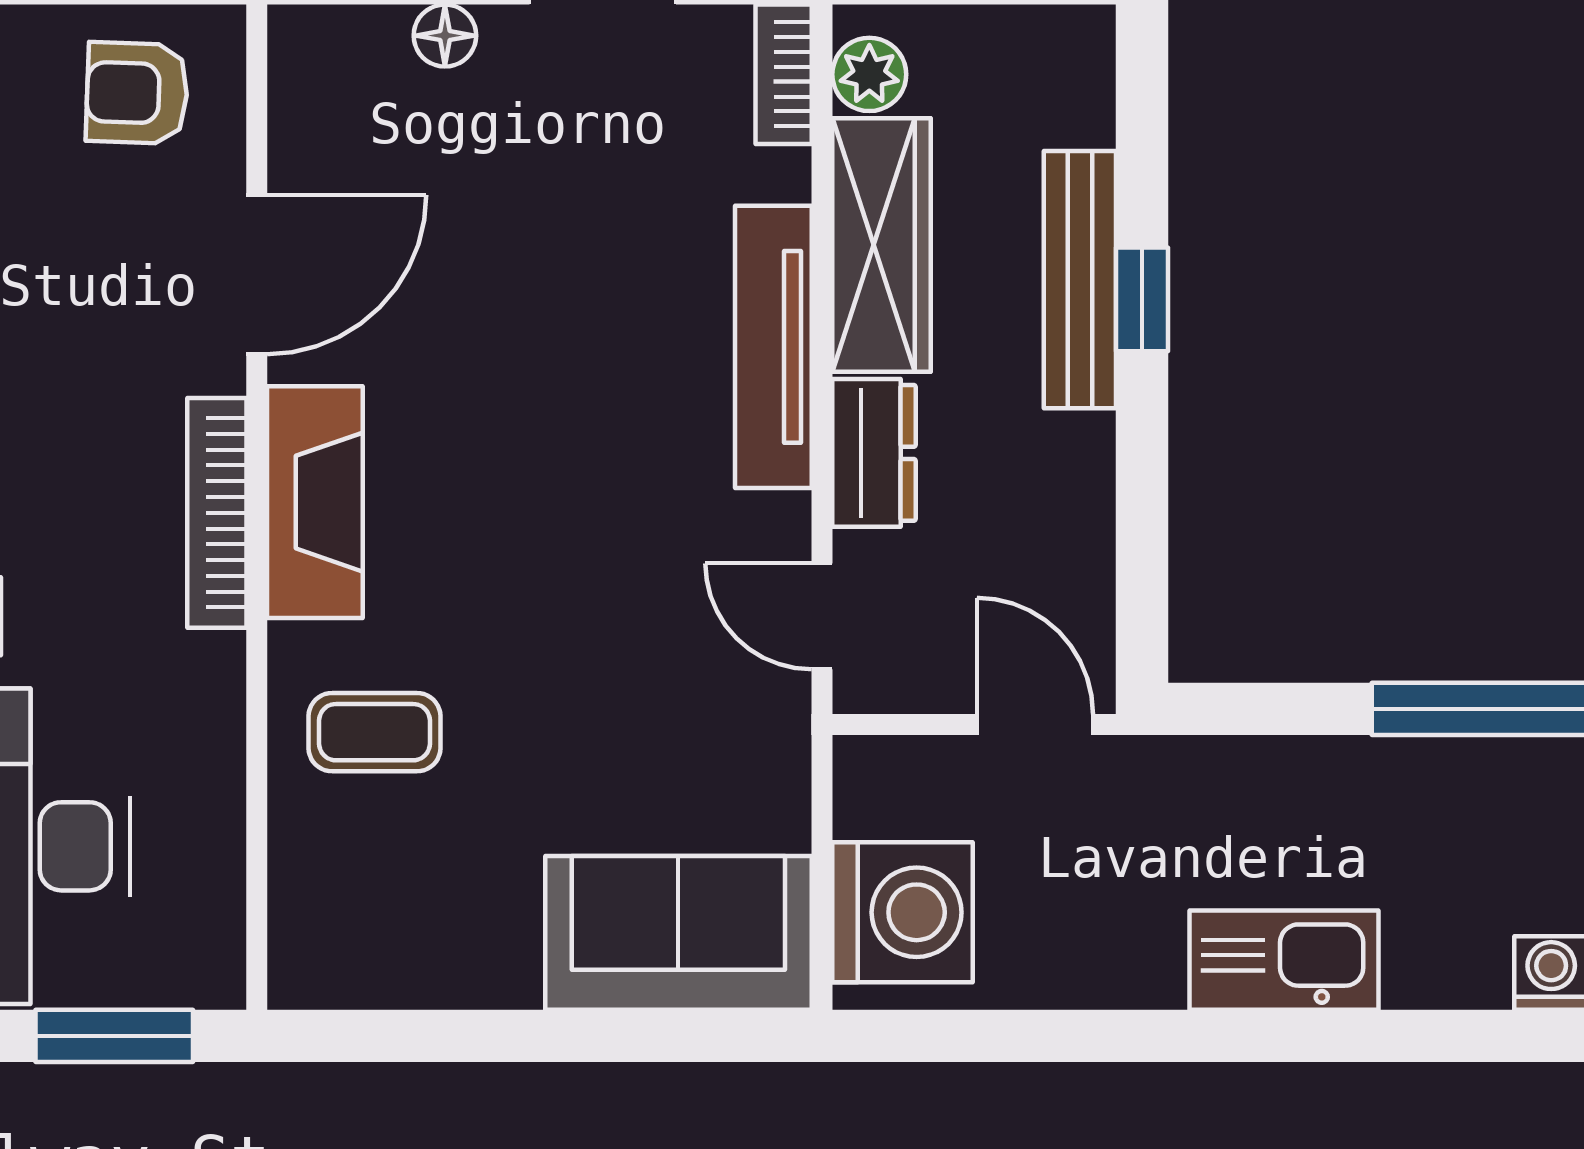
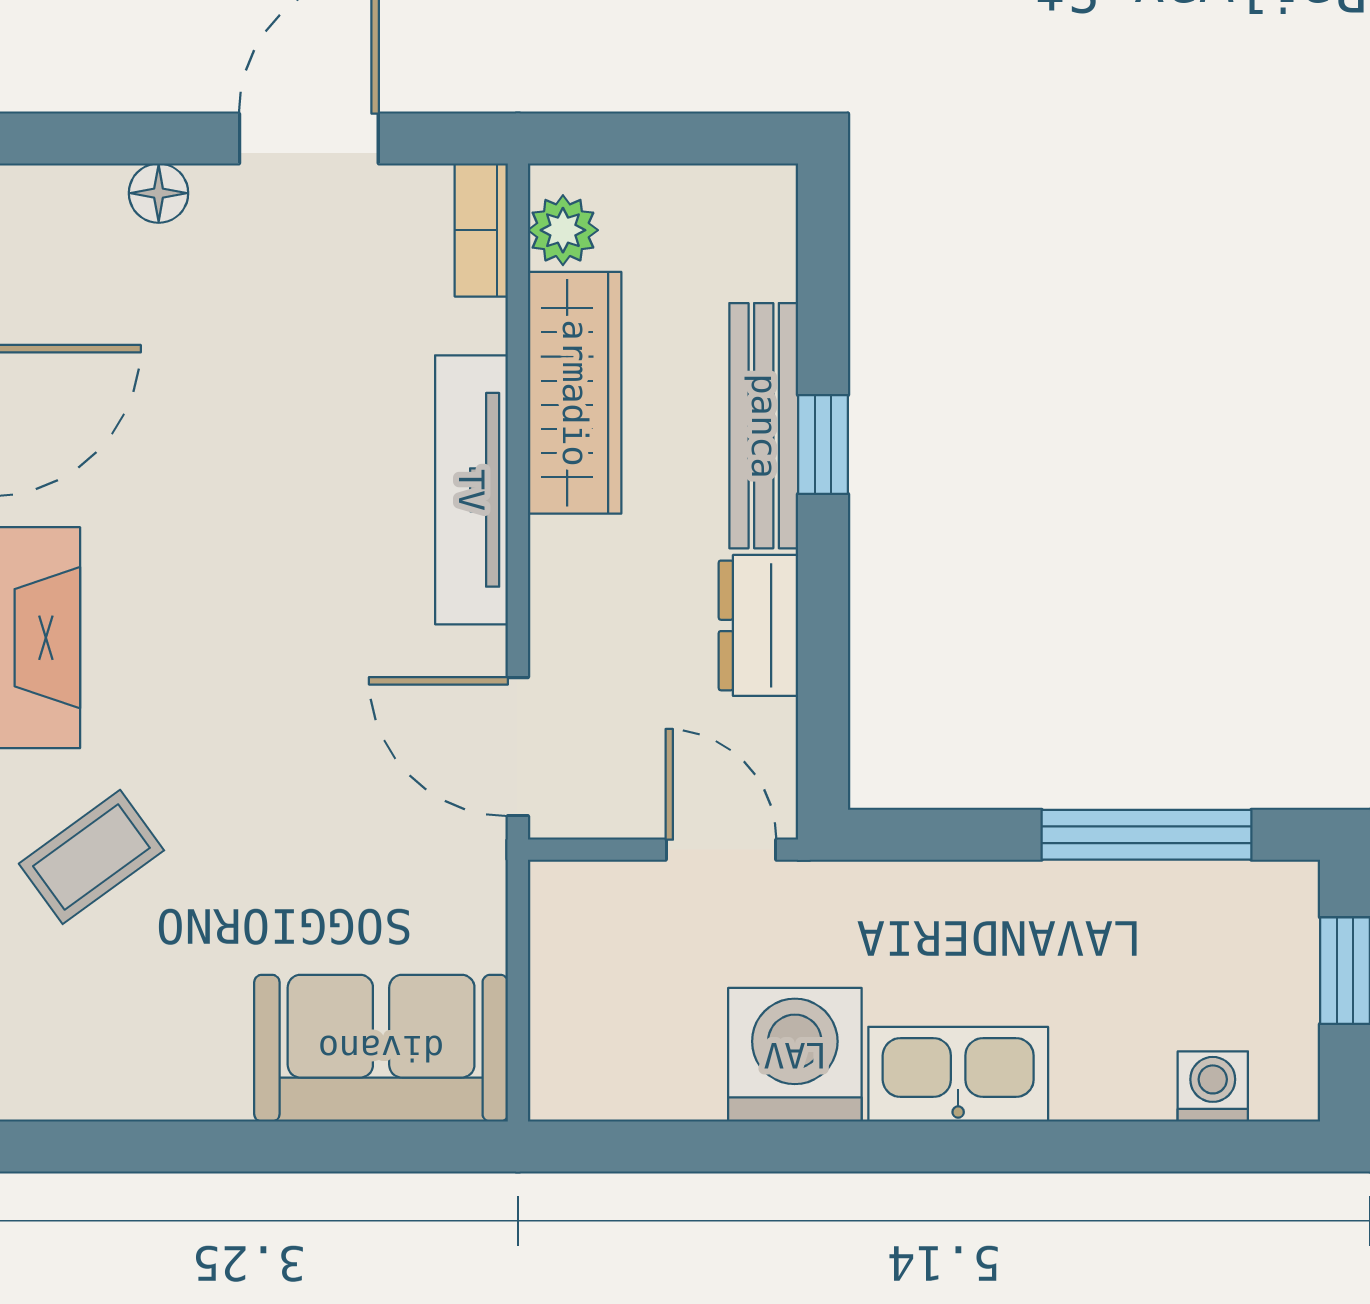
dresser: (874, 453) -> (758, 625), moved, turned 180
door: (822, 616) -> (518, 747), width x1.38
coffee table: (375, 732) -> (91, 857), turned -36
washing machine: (903, 912) -> (795, 1055), moved, turned -90

